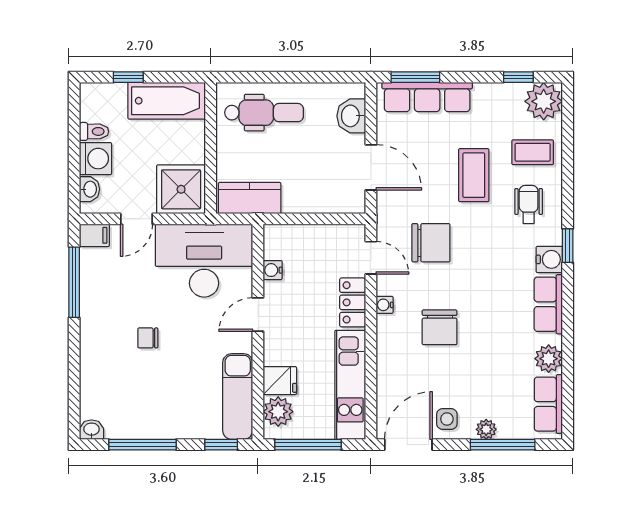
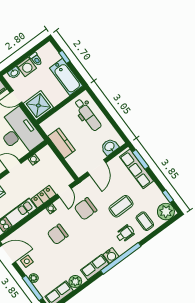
kitchen counter: (250, 198) -> (62, 143), moved
chair: (431, 243) -> (86, 209), turned 90
window: (568, 246) -> (121, 258), width x3.17

